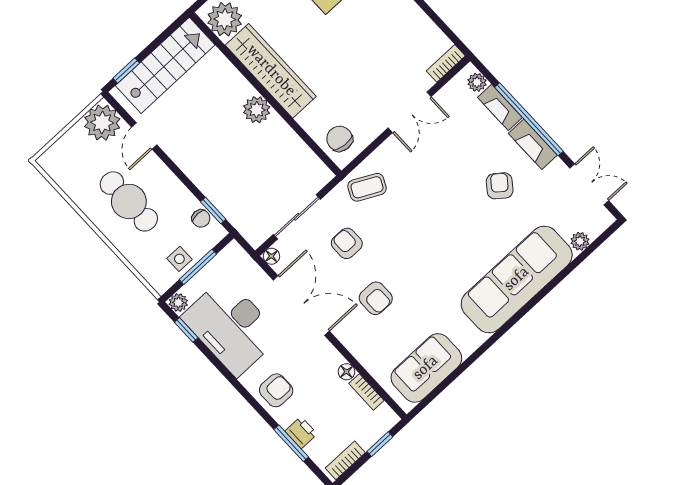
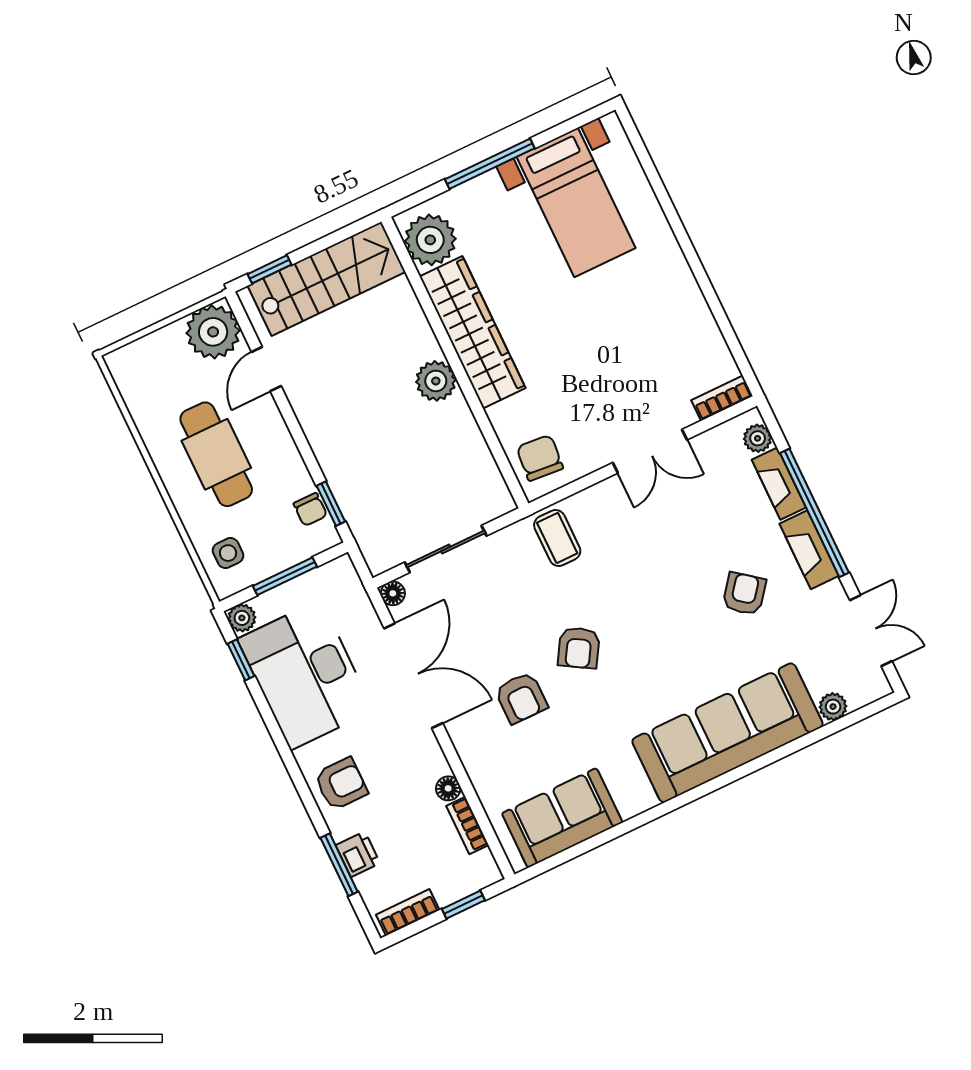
coffee table: (367, 187) -> (557, 538), turned 63
armchair: (347, 243) -> (579, 648), moved, turned -149
side table: (179, 259) -> (228, 553), moved

